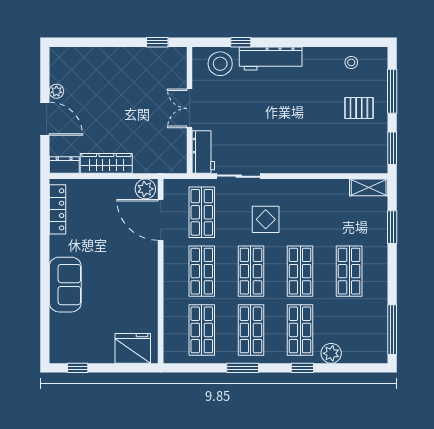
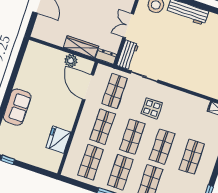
wardrobe: (106, 163) -> (81, 47), moved
dresser: (64, 165) -> (106, 56), moved
plant: (145, 189) -> (71, 61), moved
locker: (58, 209) -> (28, 60), removed
fridge: (133, 348) -> (58, 140), moved, turned -90

